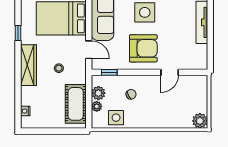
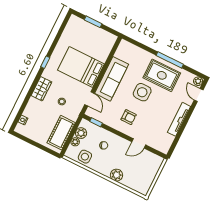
armchair: (143, 48) -> (129, 117), width x0.53, depth x0.53
wardrobe: (29, 65) -> (41, 89), width x0.67
plant: (200, 121) -> (117, 175), moved

